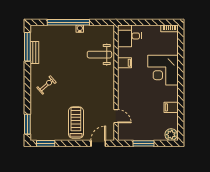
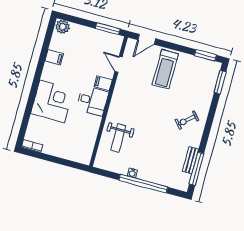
desk: (129, 36) -> (93, 101), moved
weight bench: (99, 55) -> (118, 138), turned 90
filing cabinet: (124, 63) -> (103, 83), moved
window: (143, 143) -> (108, 29), moved

